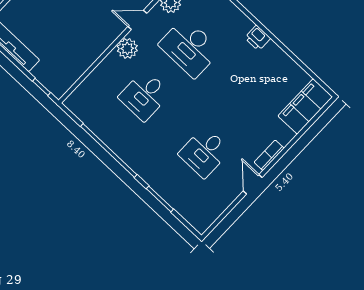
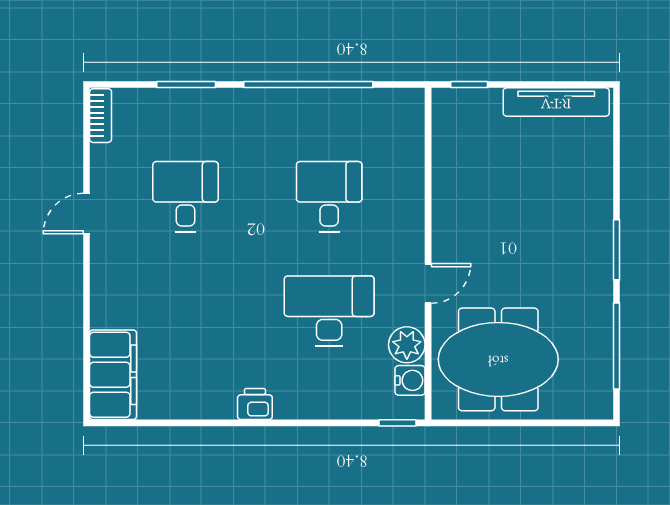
plant: (127, 48) -> (407, 235), removed
bookcase: (269, 155) -> (101, 116), moved
door: (253, 184) -> (87, 214), swing flipped

